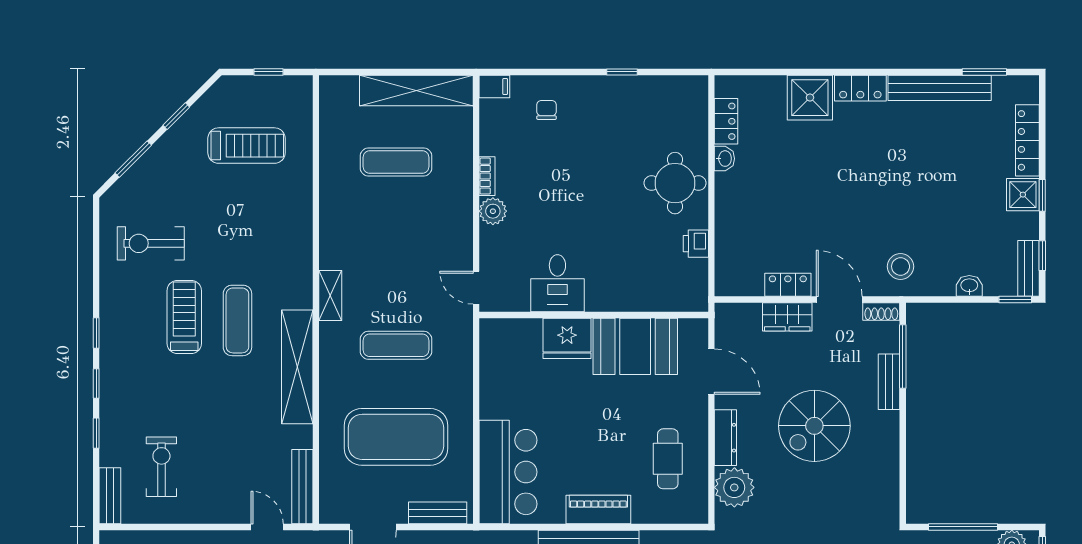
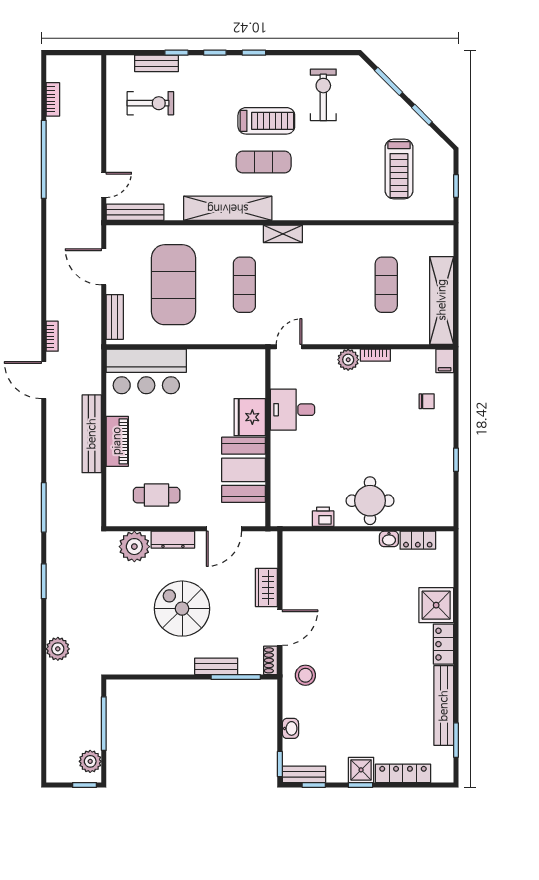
locker: (788, 285) -> (291, 588), removed
bench: (110, 496) -> (156, 63), moved

